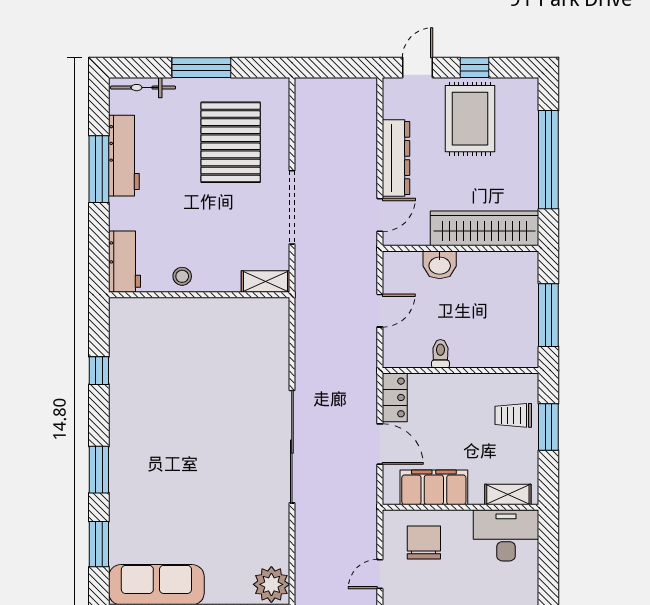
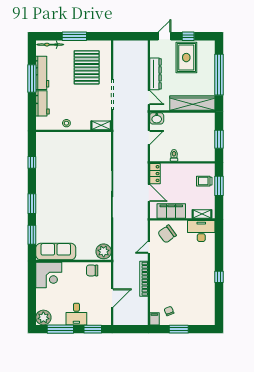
door: (380, 215) -> (149, 98), hinge flipped
workbench: (125, 262) -> (42, 103), moved
washbasin: (440, 265) -> (157, 118), moved
window: (548, 315) -> (219, 139), width x0.69
chair: (424, 542) -> (167, 234), turned -126

